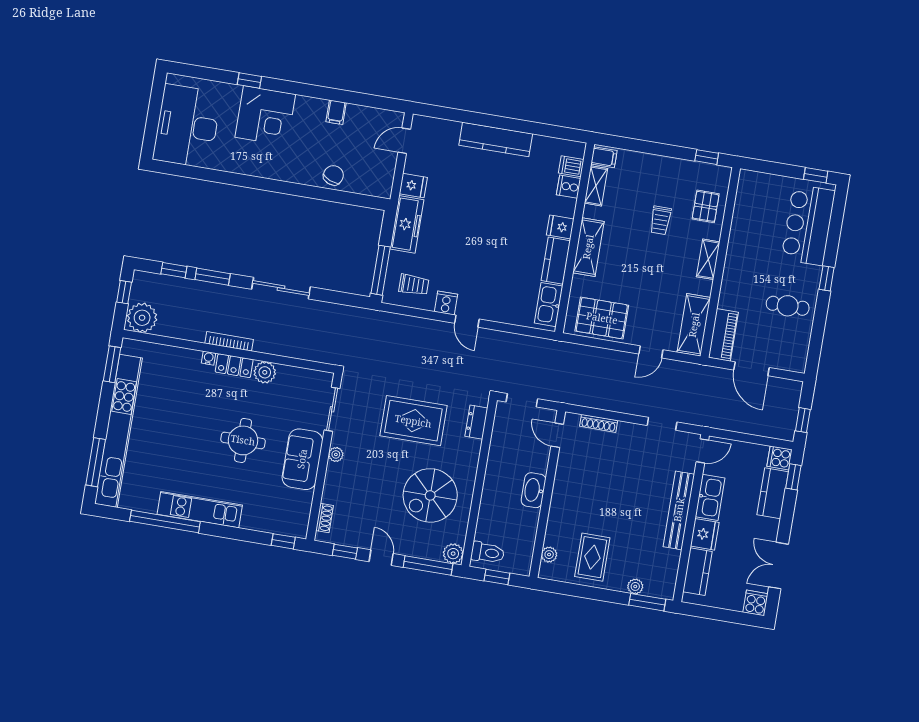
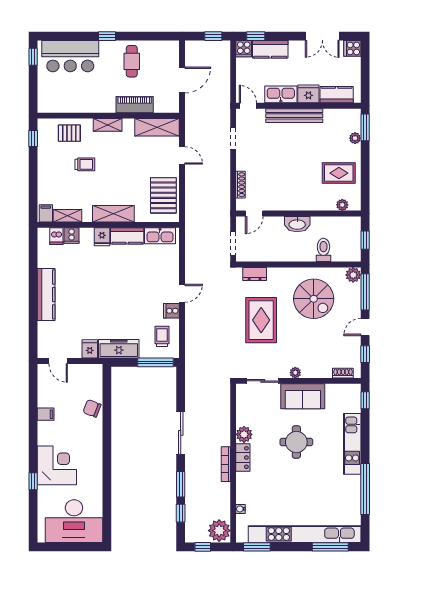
piano: (723, 335) -> (135, 105), moved
water cooler: (209, 358) -> (241, 509), moved
kitchen unit: (200, 510) -> (352, 444), moved
toilet: (488, 553) -> (323, 250), moved

